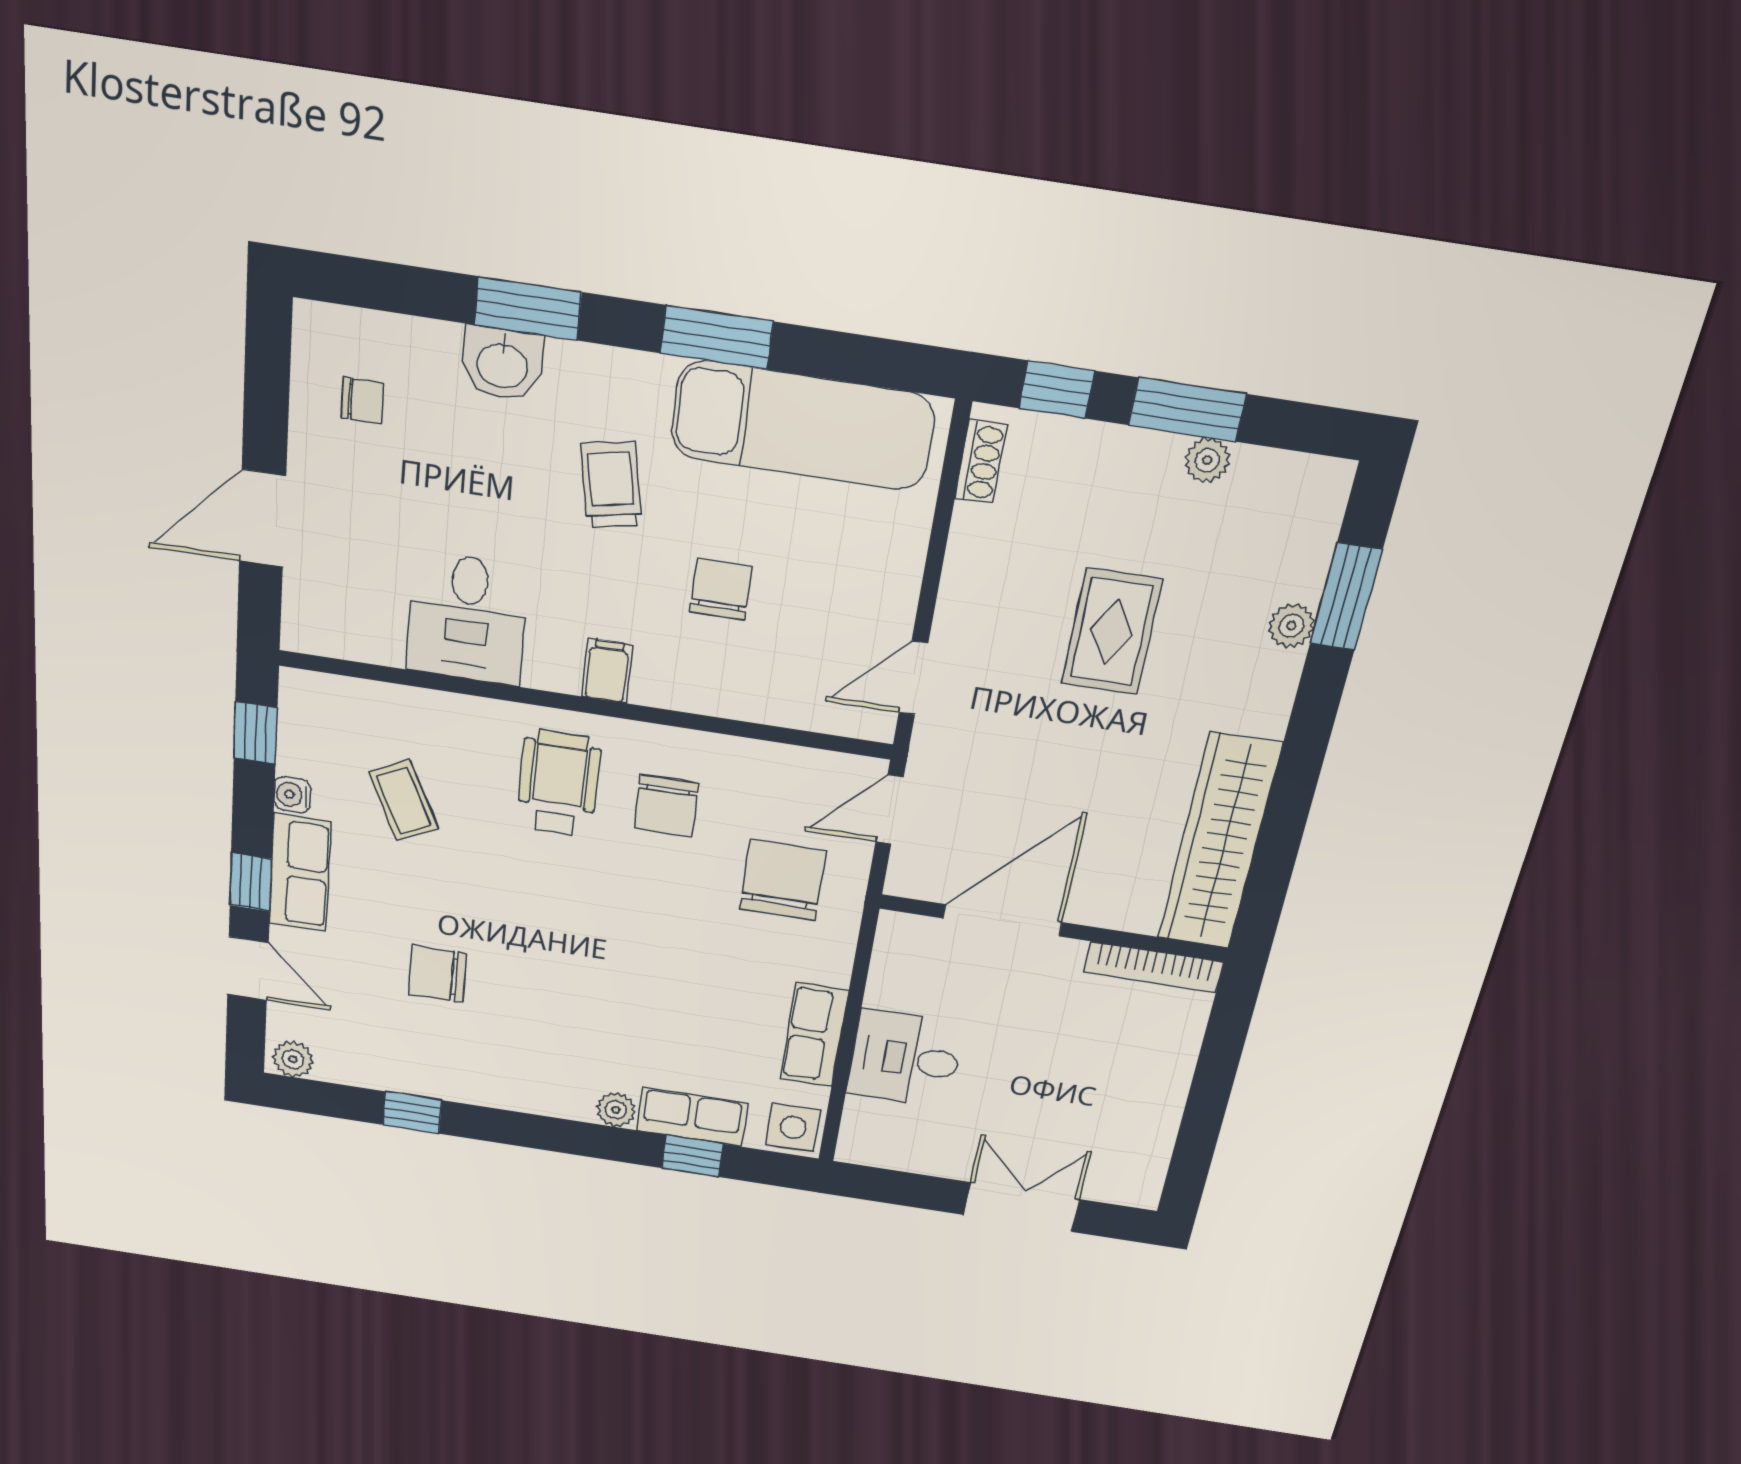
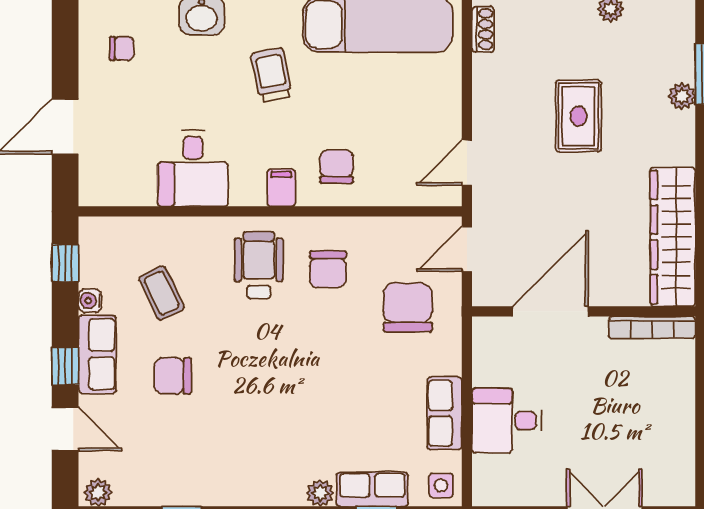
chair: (721, 589) -> (337, 167), moved
chair: (438, 974) -> (173, 376), moved
side table: (793, 1127) -> (441, 485), width x0.73, depth x0.73

